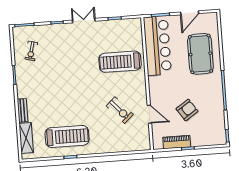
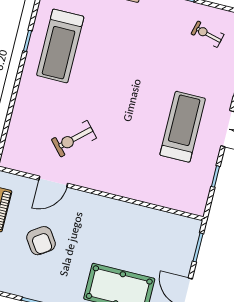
bar counter: (157, 46) -> (153, 228), removed
treadmill: (120, 62) -> (183, 127), moved

